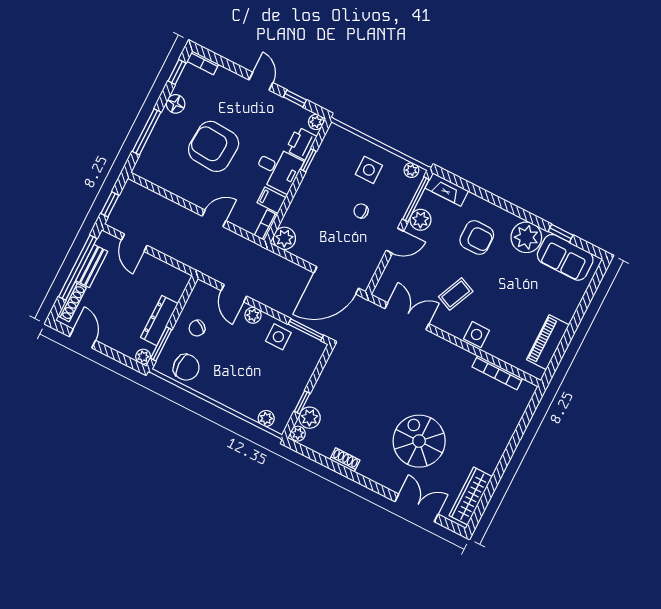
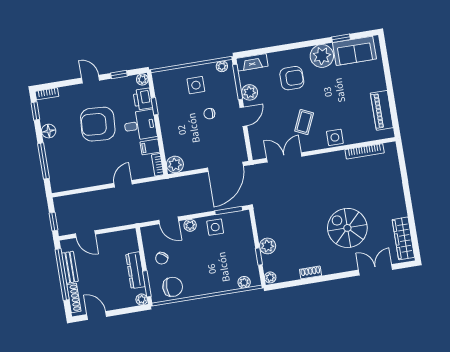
armchair: (214, 146) -> (98, 124), moved
plant: (310, 418) -> (268, 246), moved

